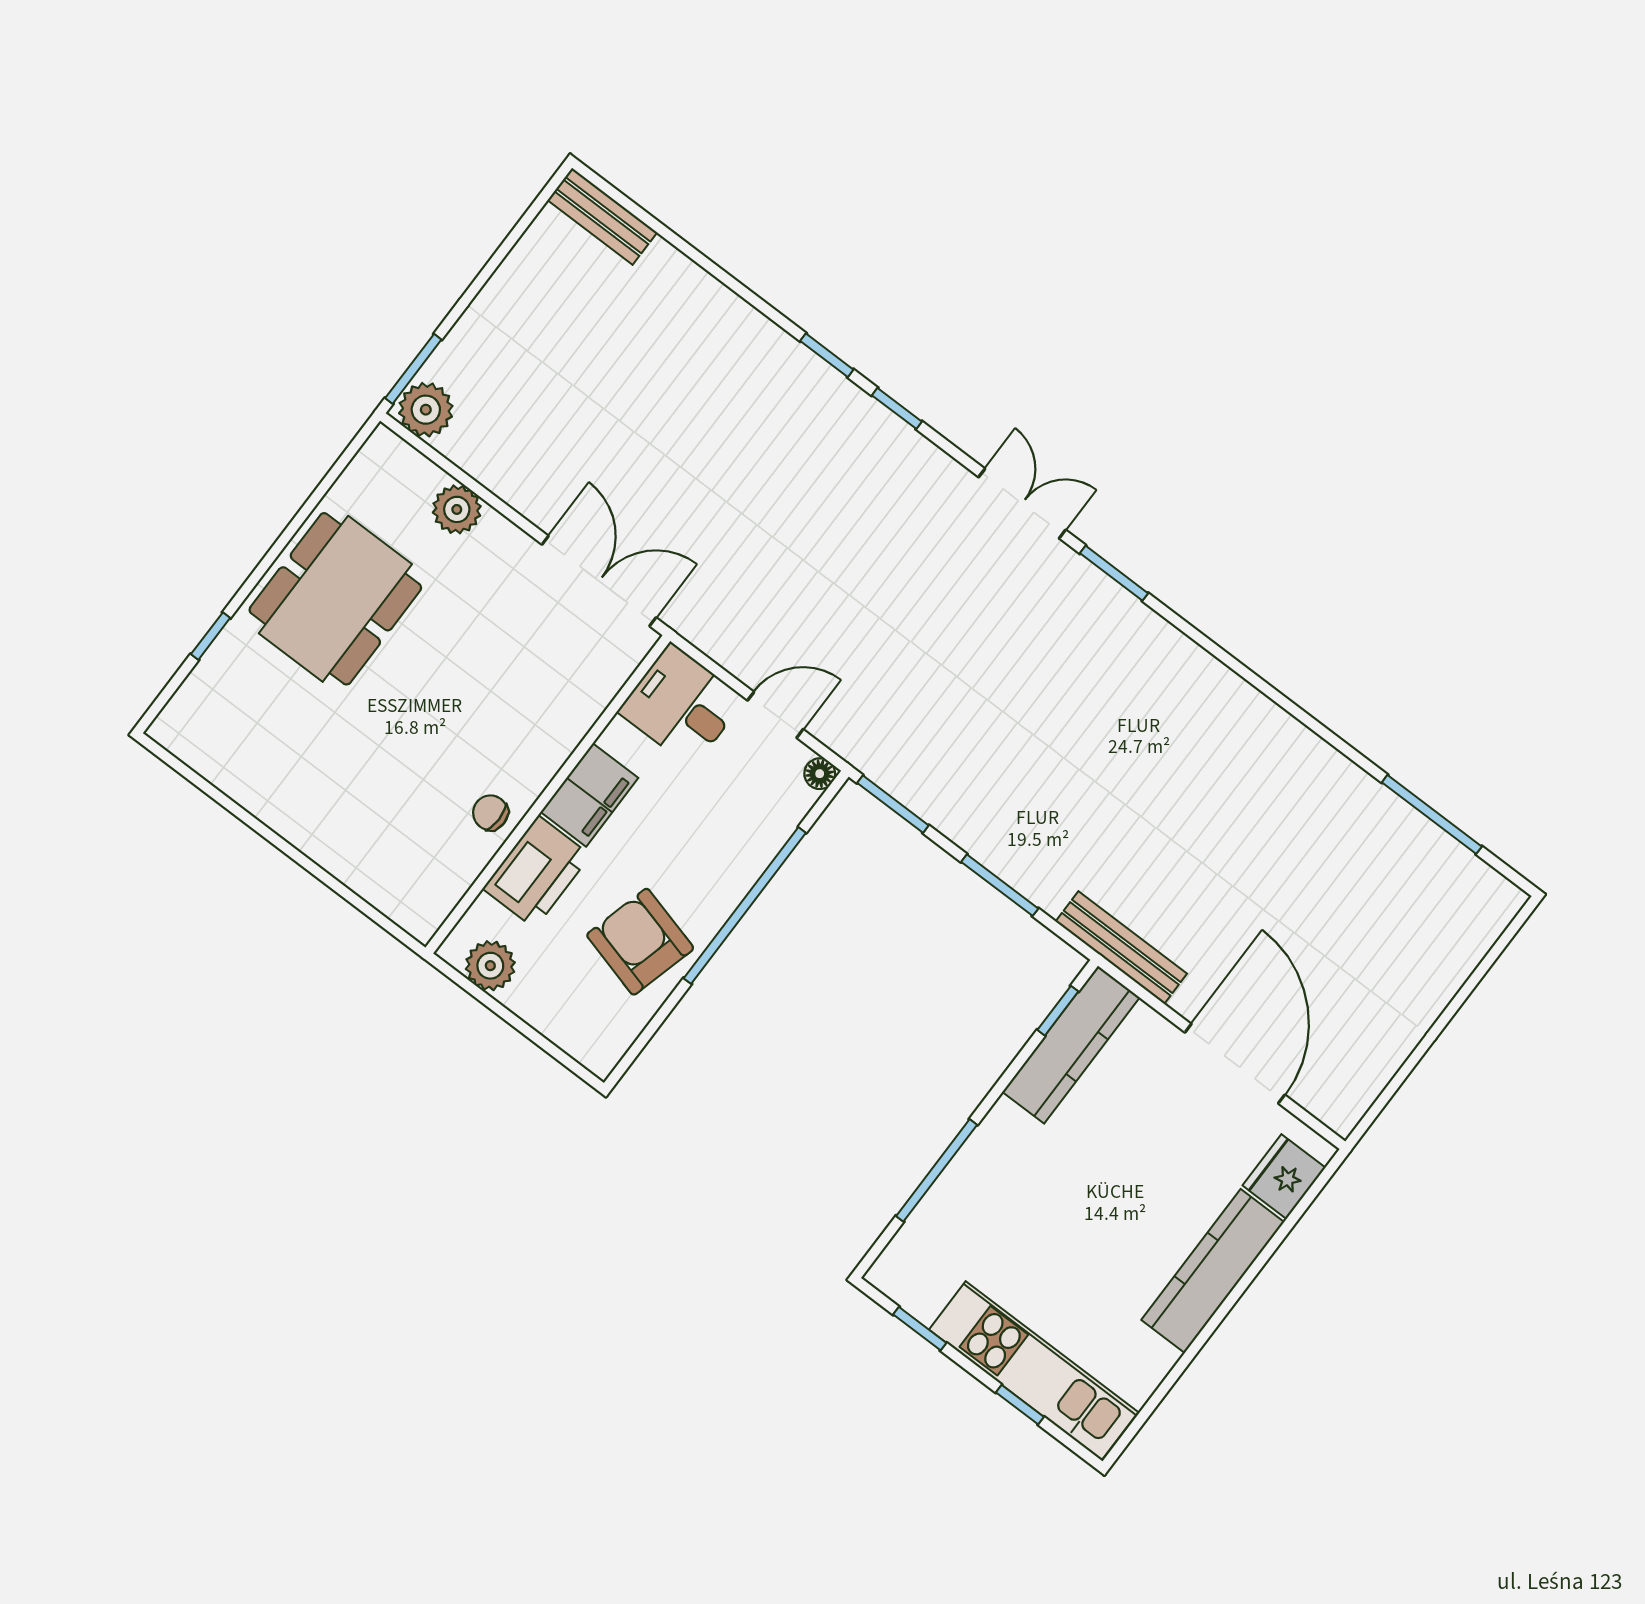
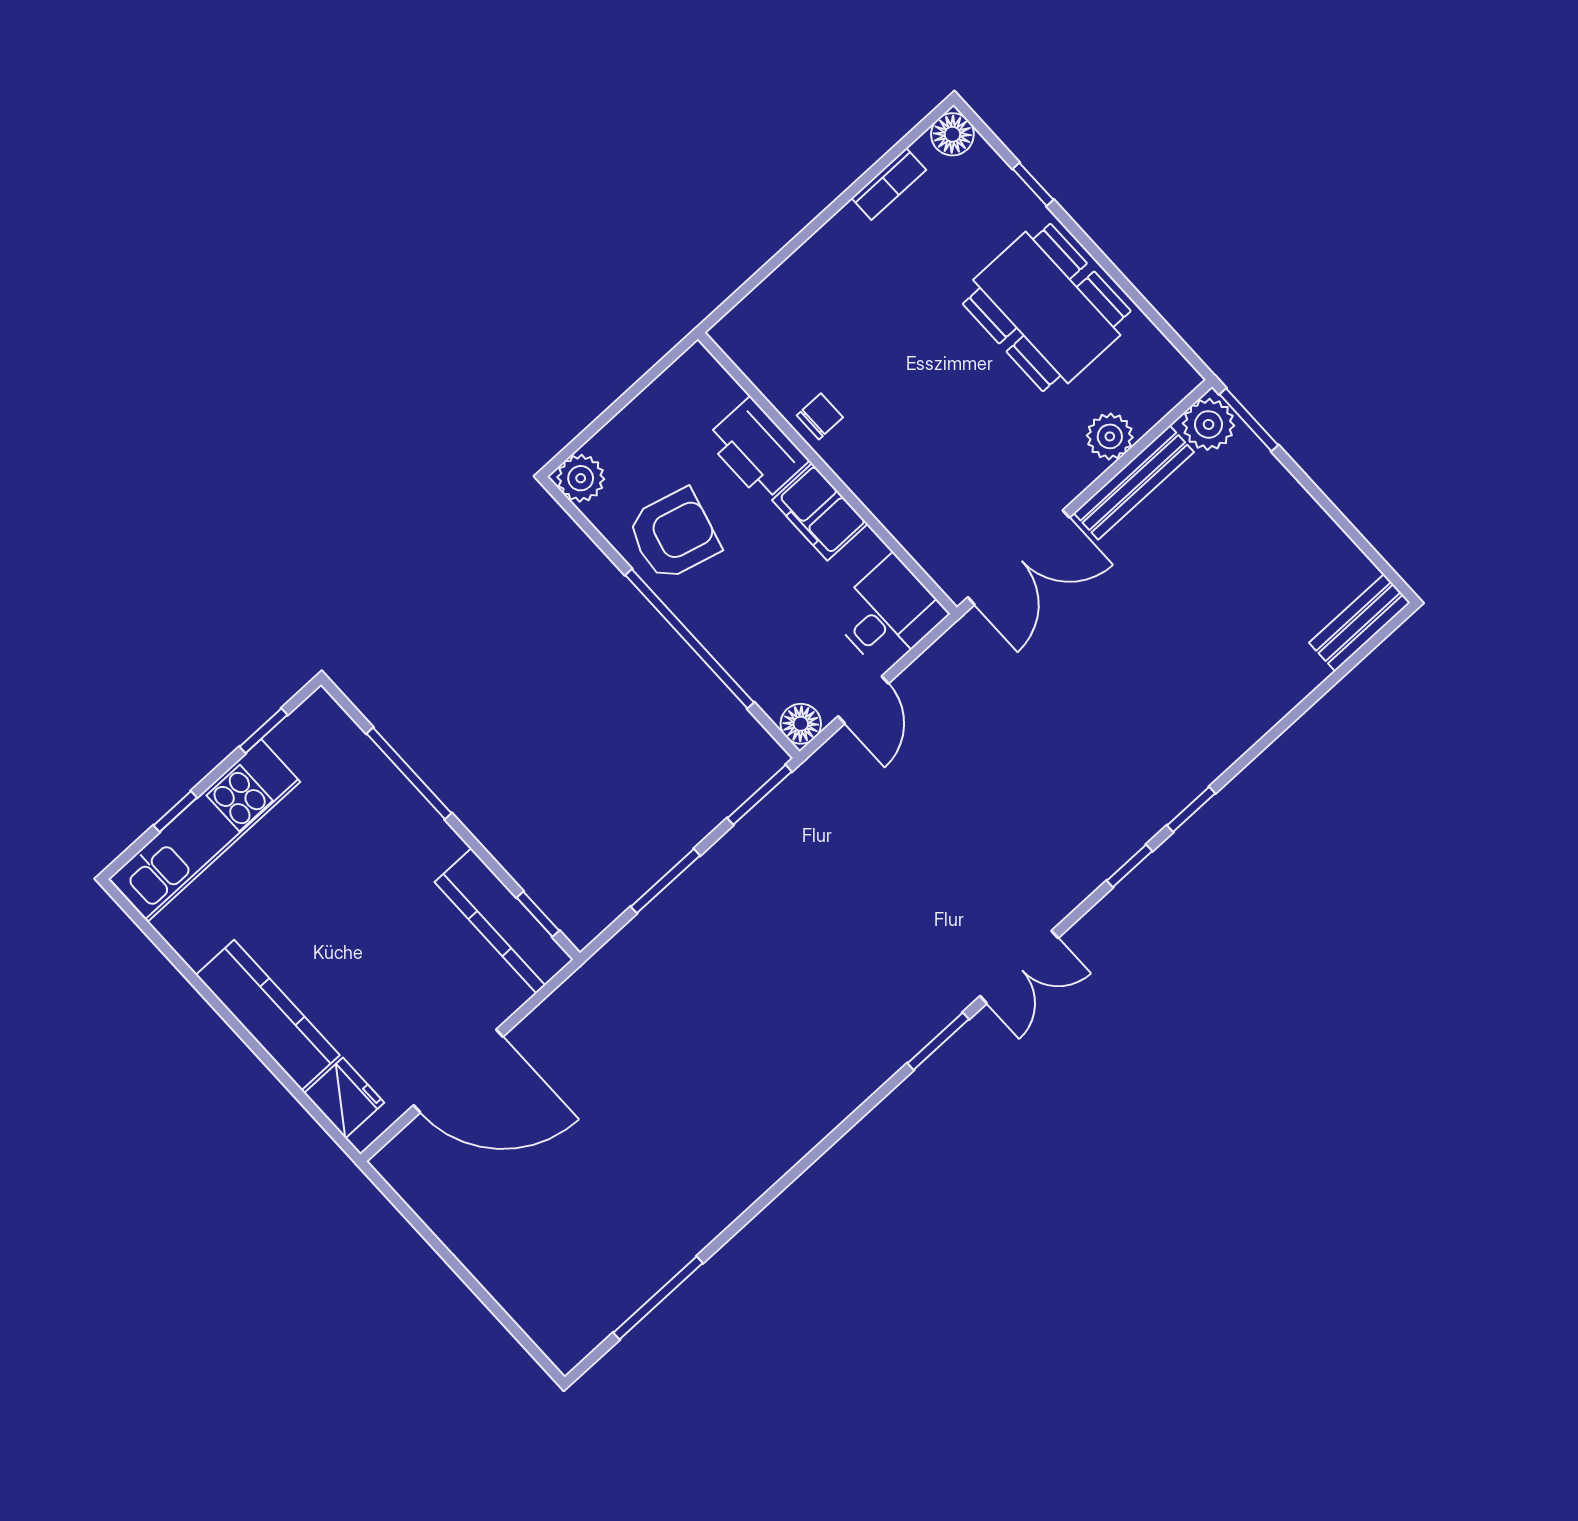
floor lamp: (174, 729) -> (952, 134), added
floor lamp: (820, 774) -> (801, 724), width x1.37, depth x1.37
bookcase: (237, 785) -> (889, 184), added
bench: (1121, 948) -> (1134, 483), moved
plant: (490, 966) -> (581, 478), moved

